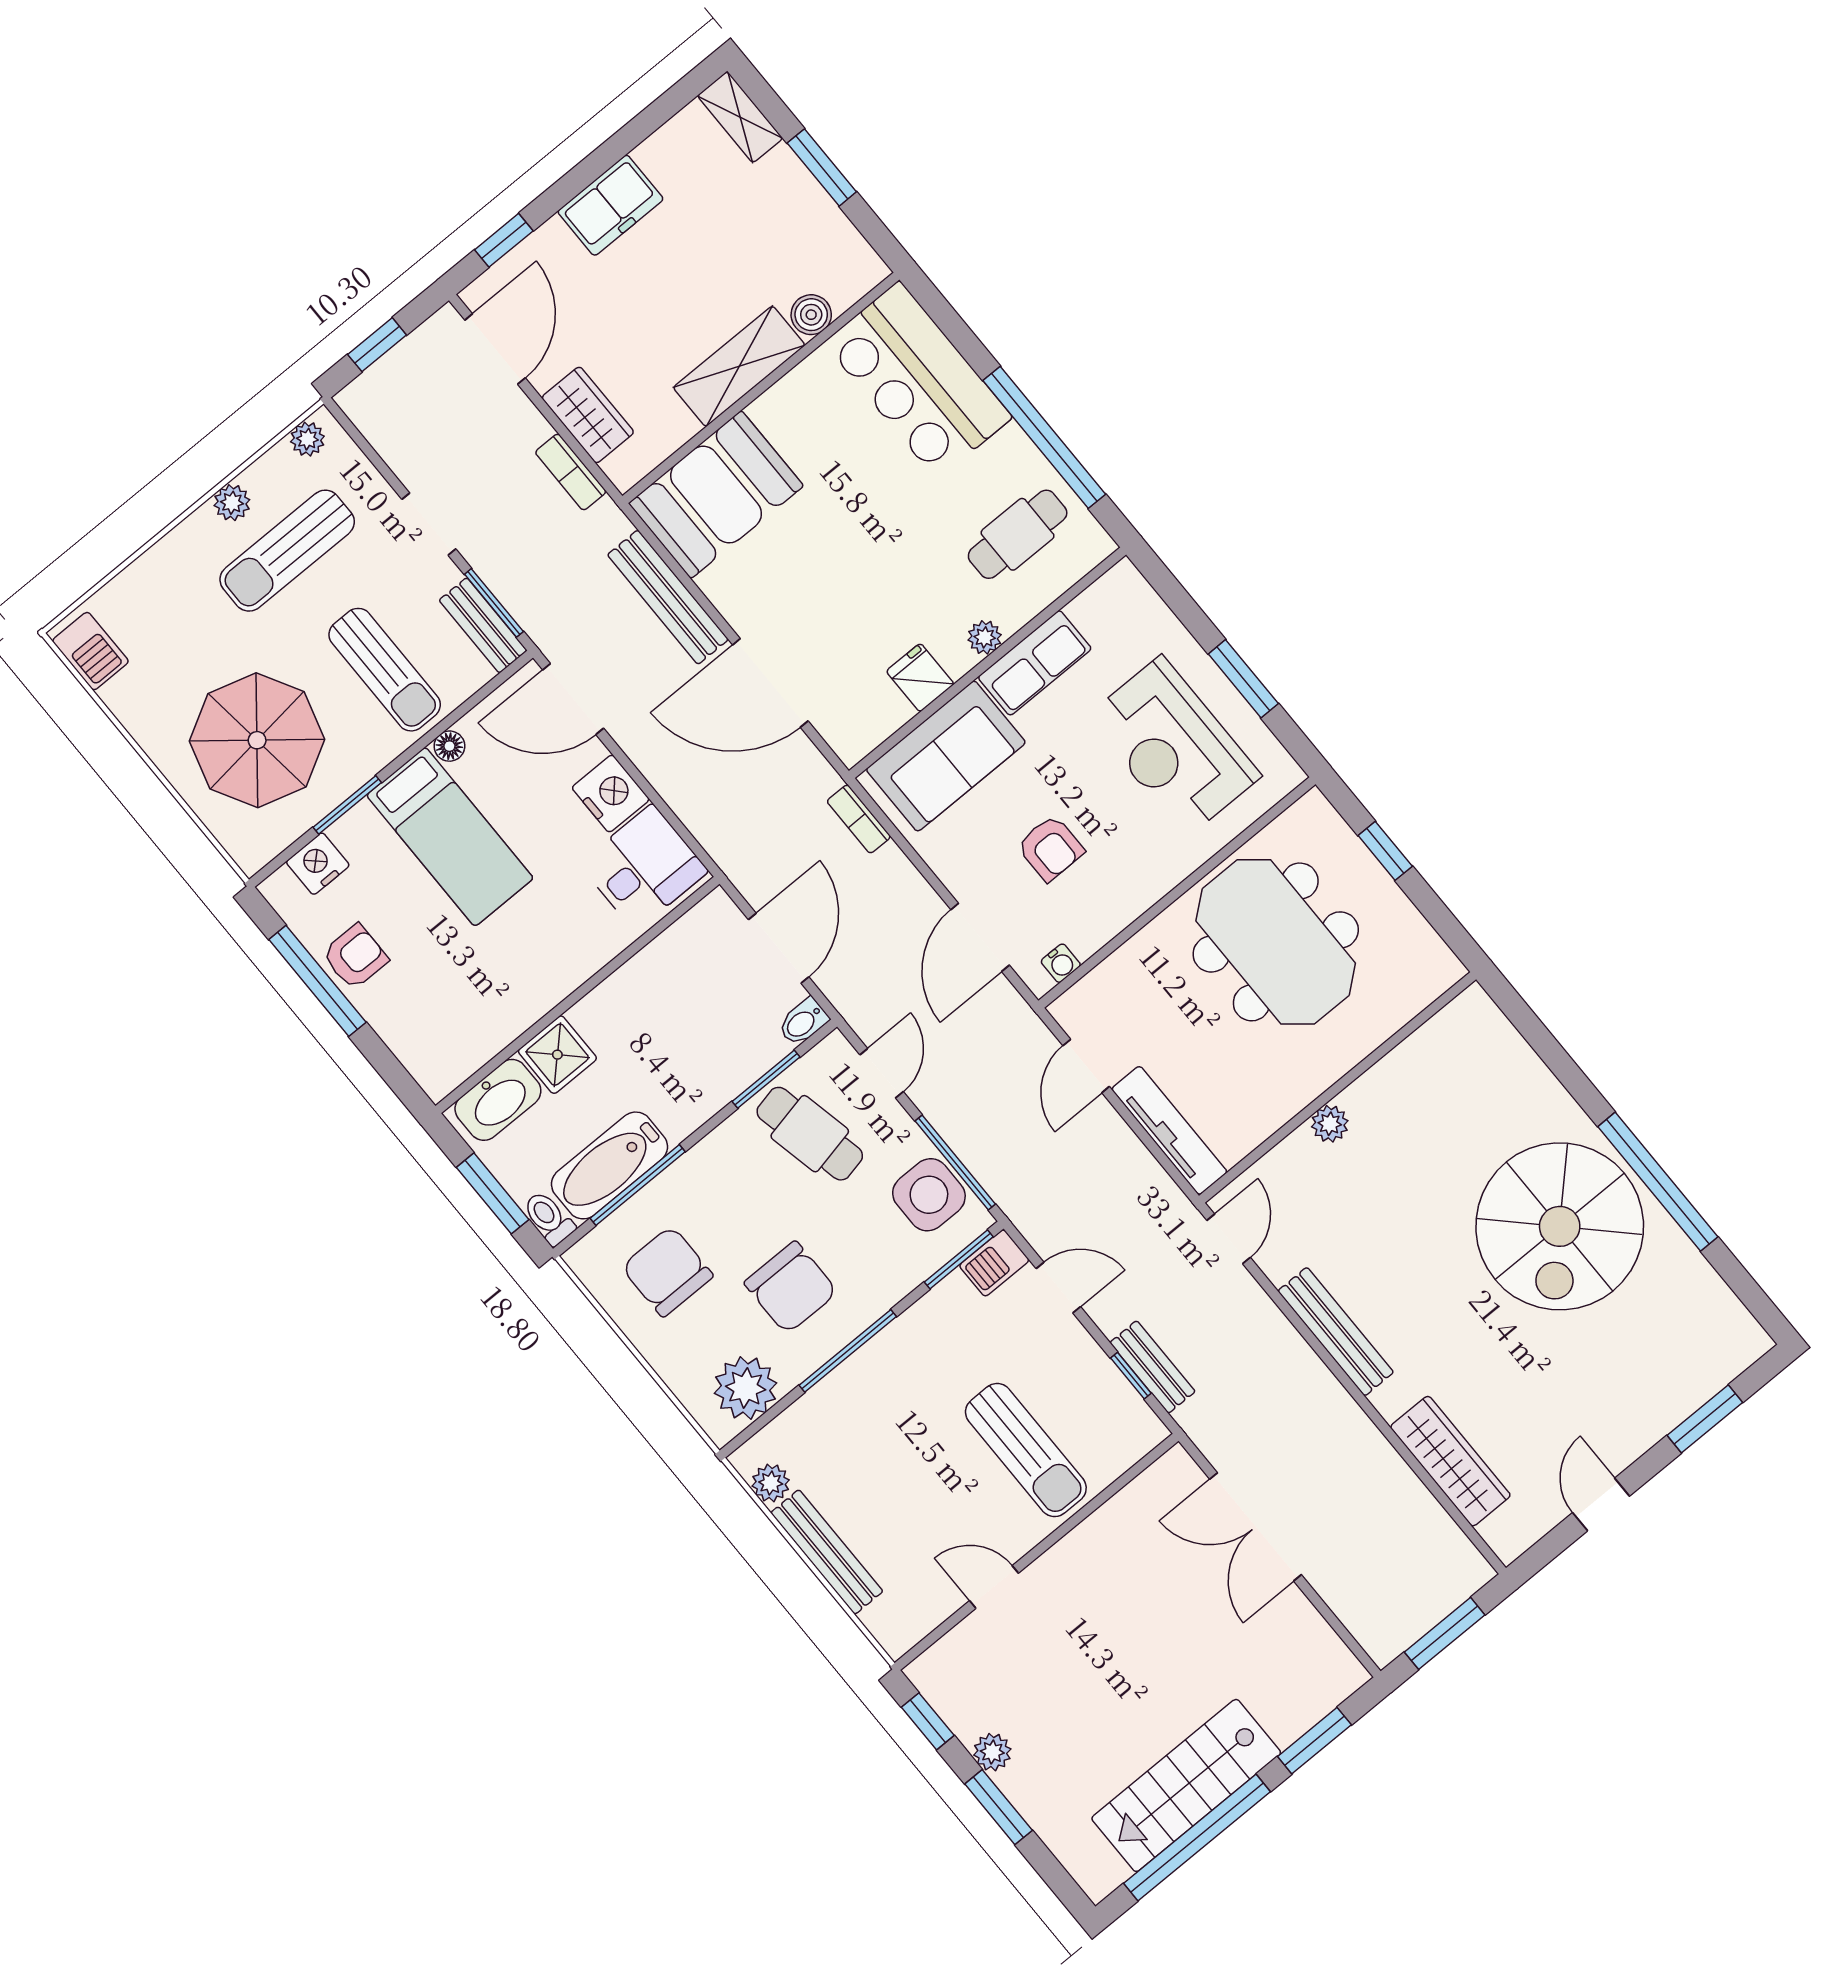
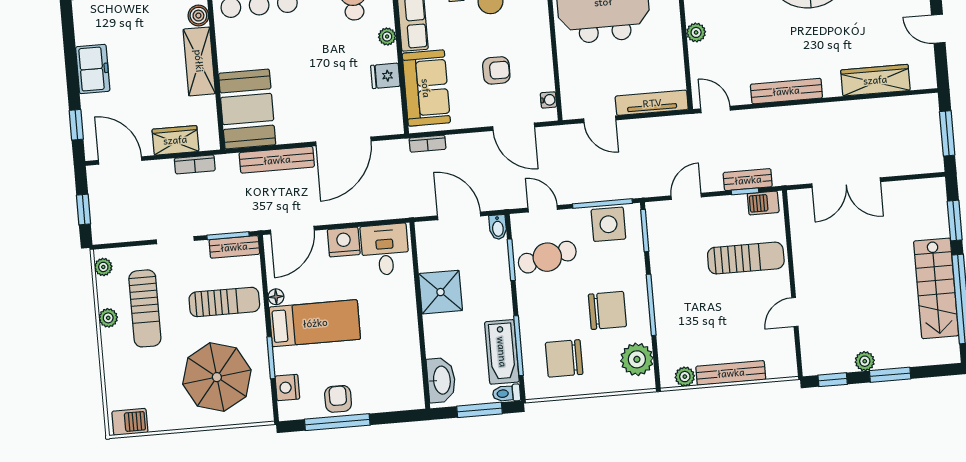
shower: (557, 1055) -> (441, 292), moved, width x1.36, depth x1.36
barbecue: (994, 1263) -> (763, 203), moved, turned 90

